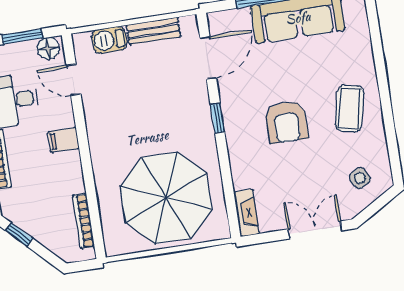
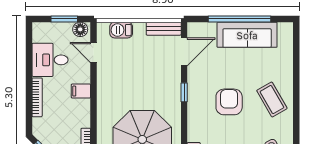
bench: (153, 31) -> (164, 29), moved
coffee table: (350, 109) -> (272, 100), turned -43
armchair: (286, 122) -> (229, 102), turned 180

